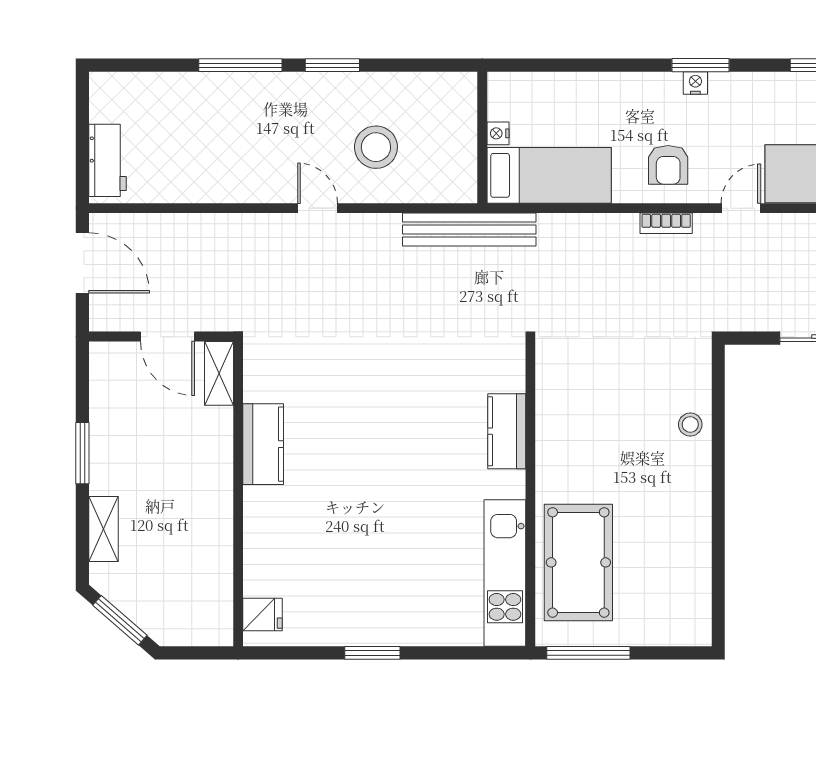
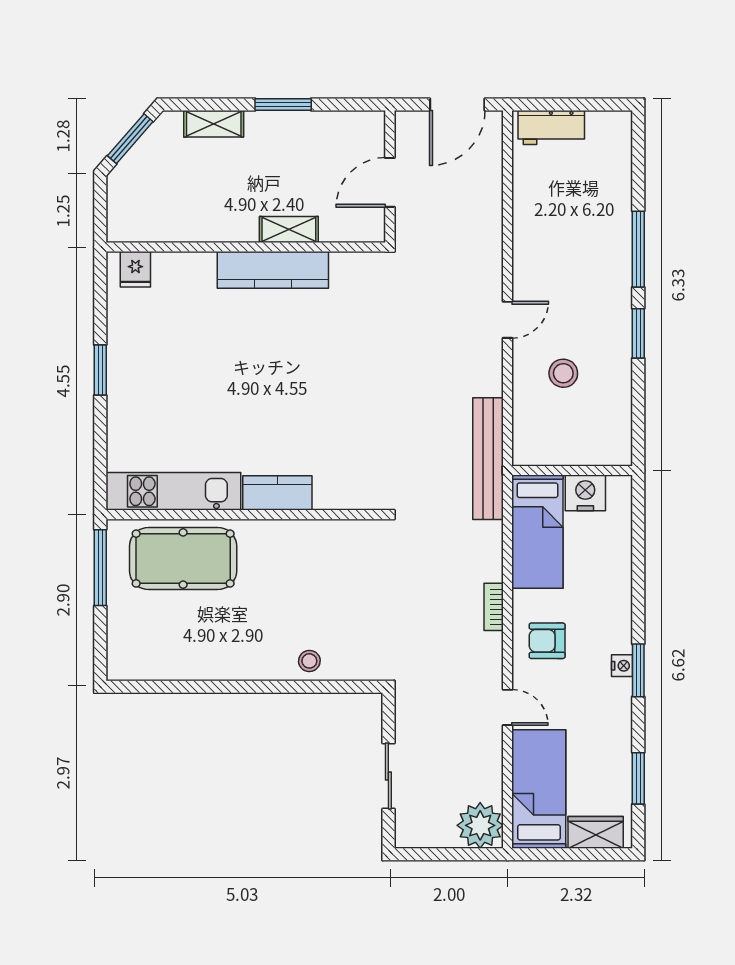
nightstand: (498, 133) -> (585, 493), width x1.89, depth x1.79
stool: (376, 147) -> (563, 373), width x0.73, depth x0.73
bookcase: (666, 223) -> (494, 607), moved
shelving: (219, 373) -> (289, 229), moved
kitchen counter: (507, 431) -> (277, 493), moved
kitchen counter: (263, 444) -> (273, 270), width x1.50

